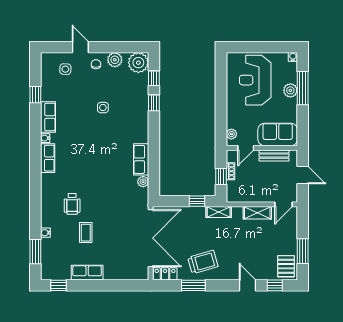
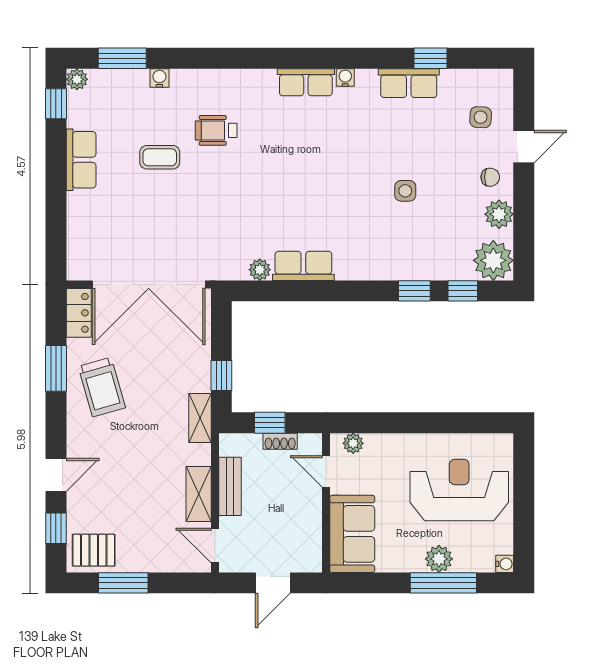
row of seats: (48, 117) -> (409, 83), moved
bench: (274, 156) -> (230, 486), moved
plant: (46, 275) -> (77, 79), added

